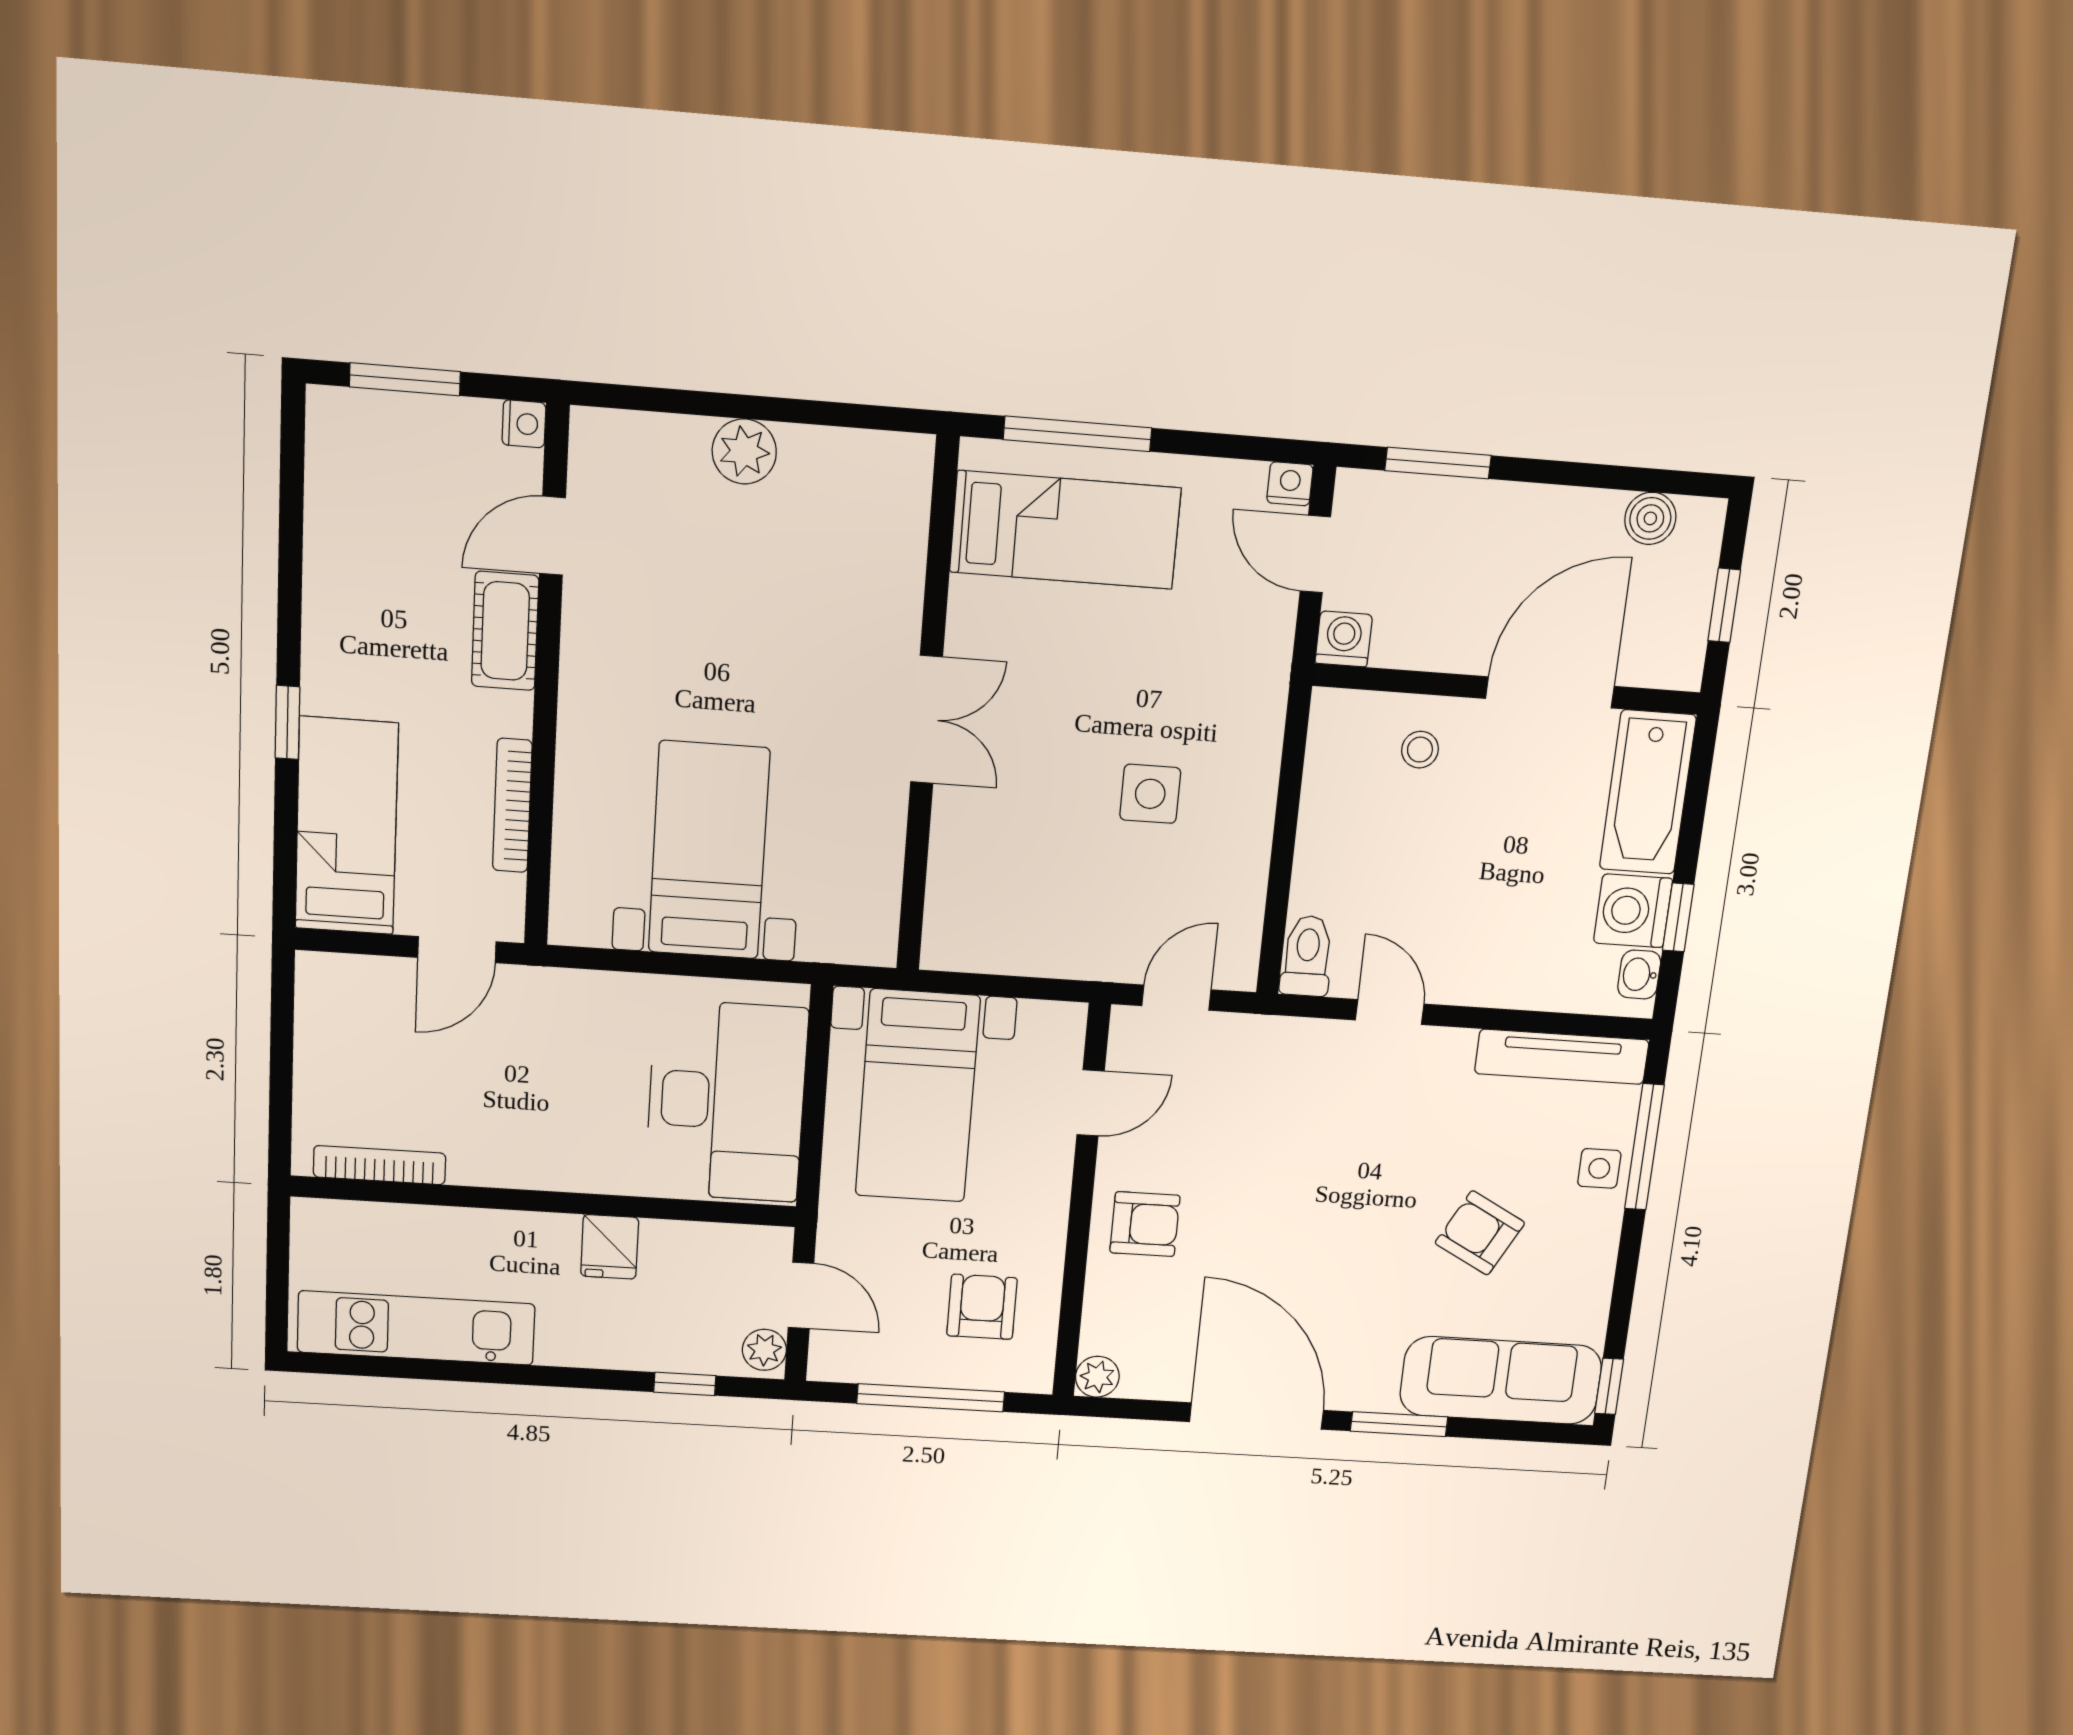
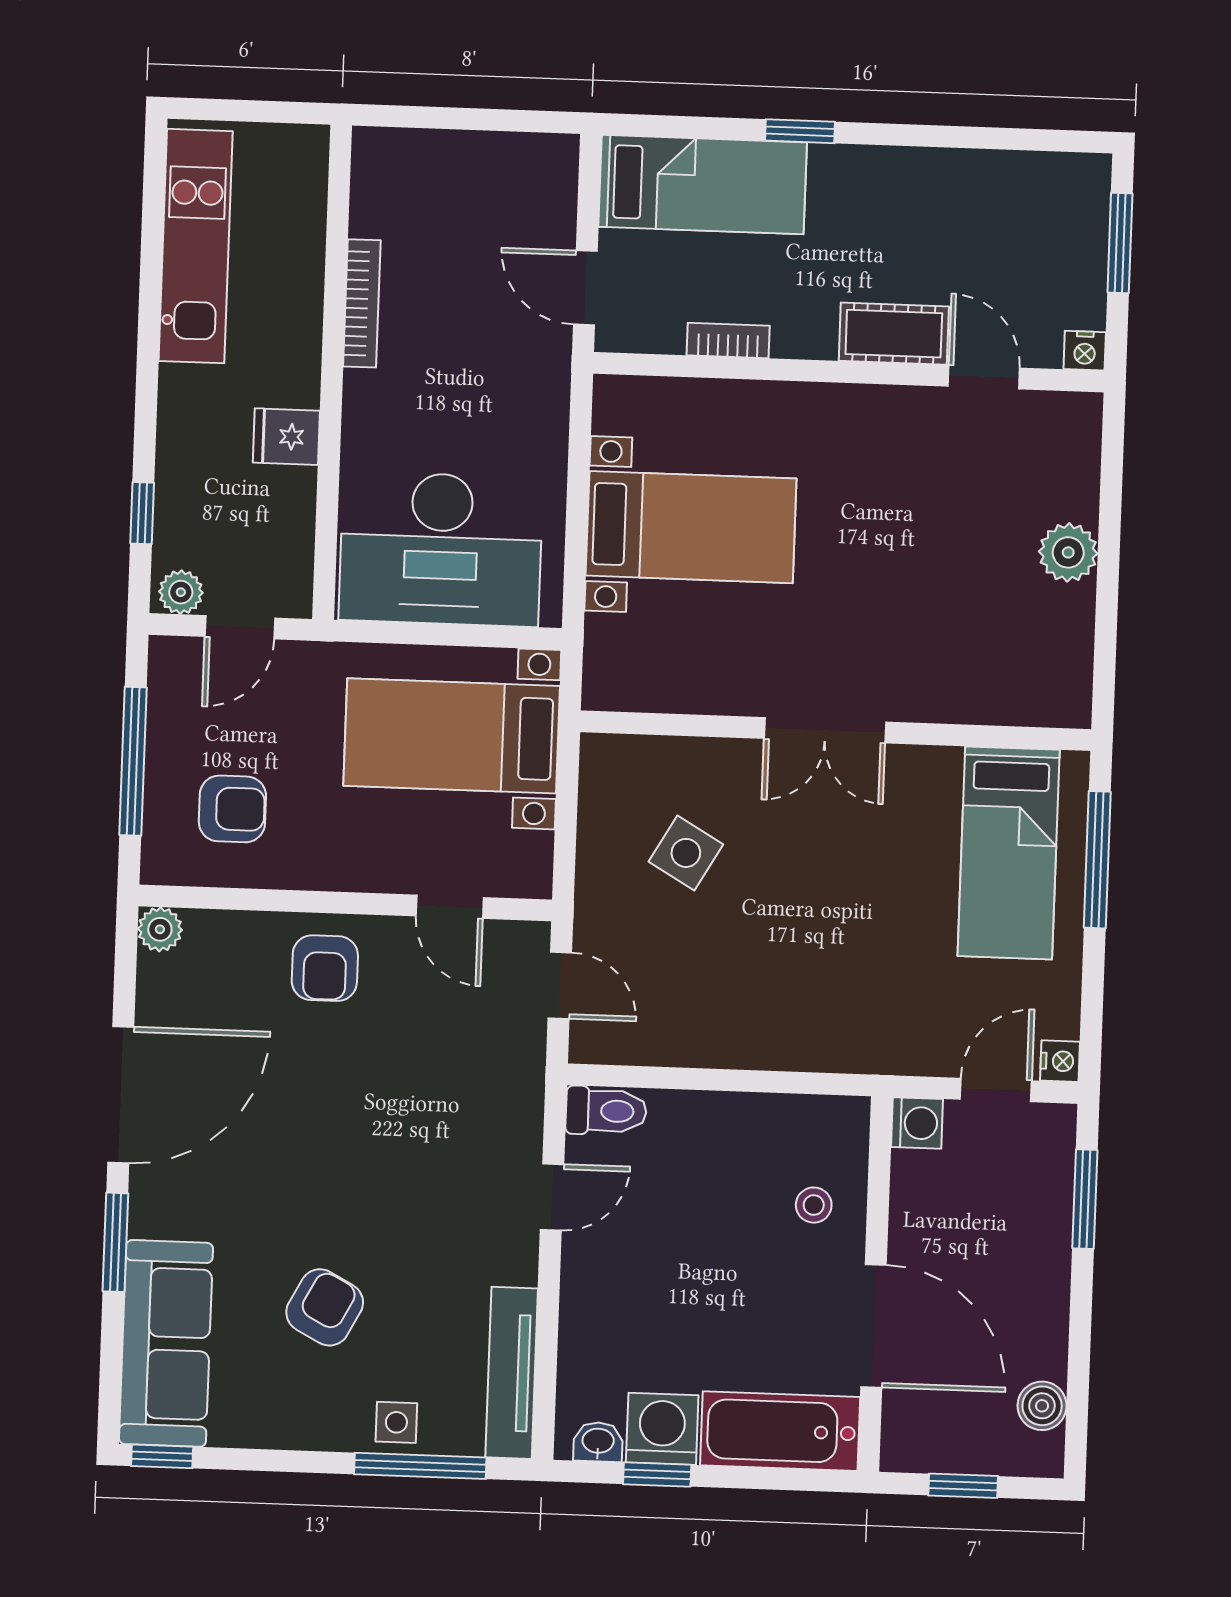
side table: (1150, 794) -> (686, 853), moved, turned 30
bookcase: (512, 806) -> (728, 341), width x0.64
bookcase: (379, 1165) -> (362, 303), moved

